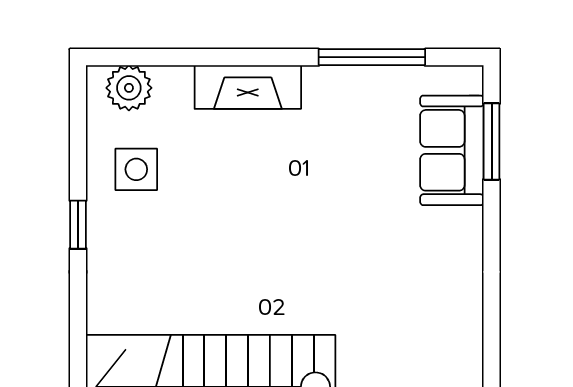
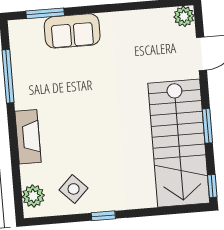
sofa: (452, 150) -> (72, 31), moved
side table: (136, 169) -> (74, 189), turned 45

